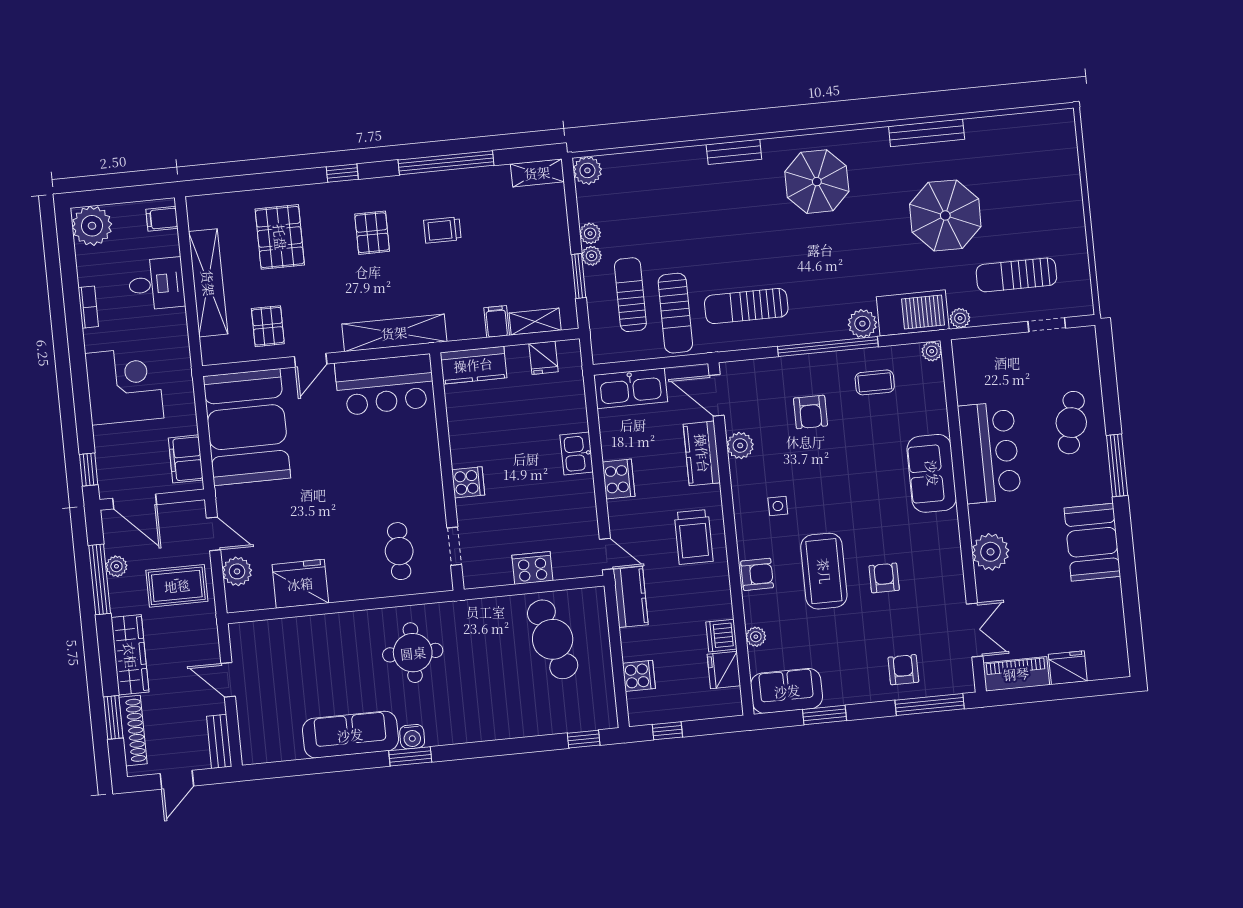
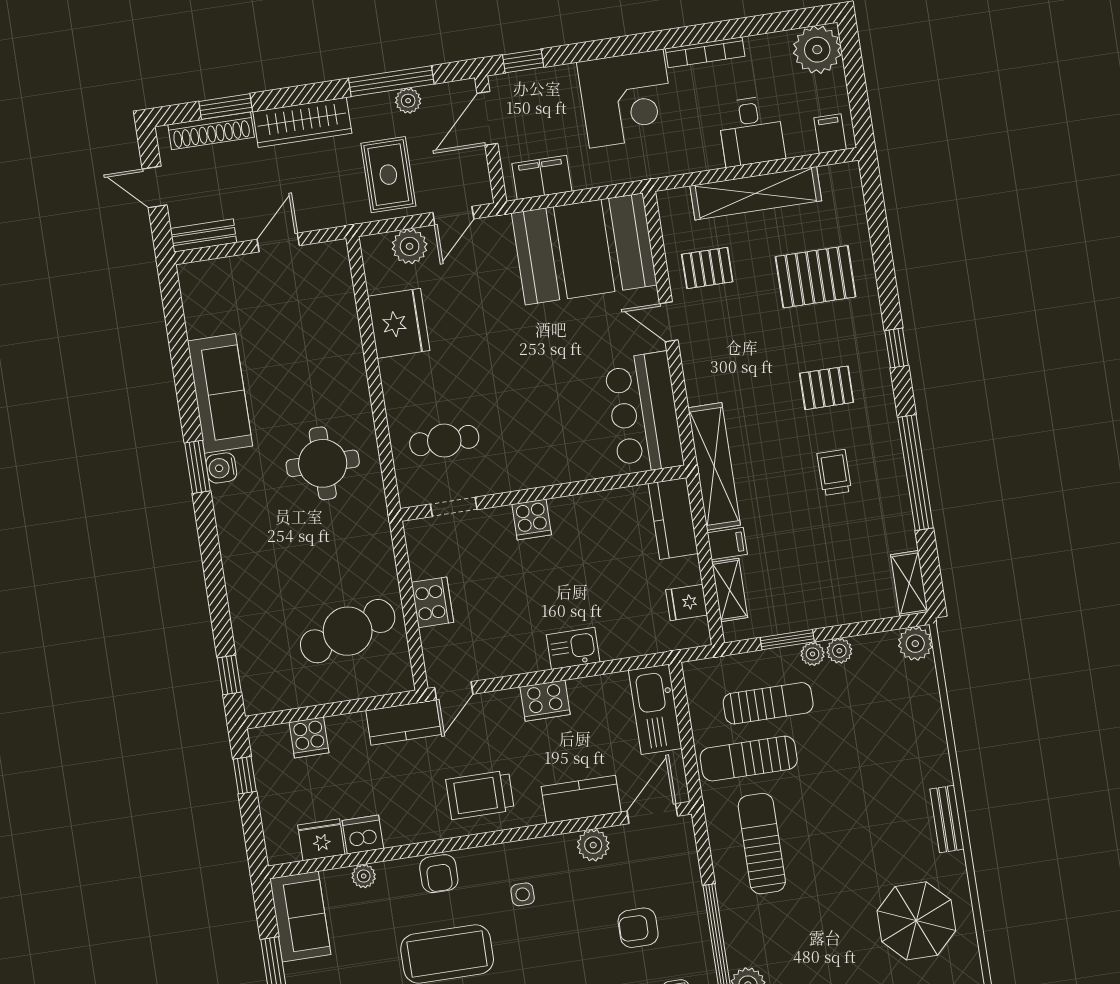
bookcase: (88, 307) -> (705, 52), width x1.56
shelving: (394, 333) -> (714, 466), moved

